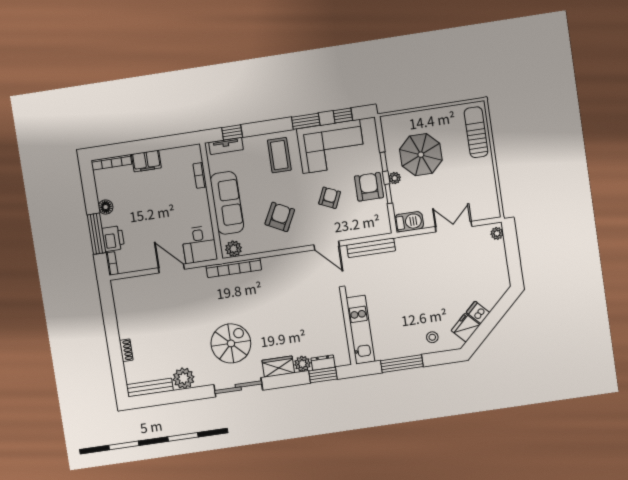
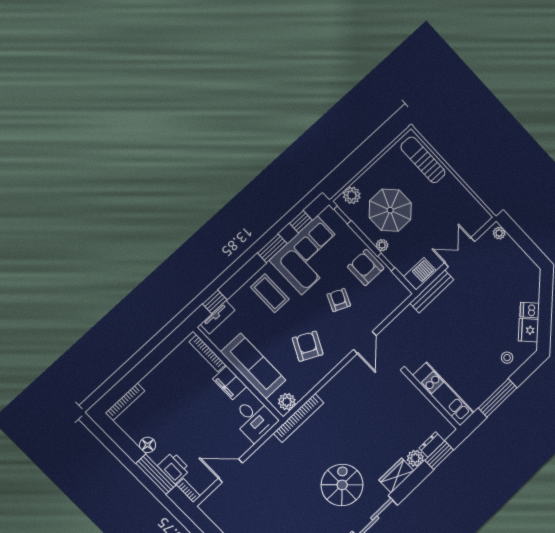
plant: (398, 122) -> (352, 195), added
filing cabinet: (146, 161) -> (230, 383), moved, turned 90
window: (384, 162) -> (342, 215), moved
bookcase: (200, 175) -> (207, 353), width x1.56
door: (327, 245) -> (365, 343), hinge flipped
bench: (371, 248) -> (432, 291), moved
door: (171, 269) -> (230, 471), moved

